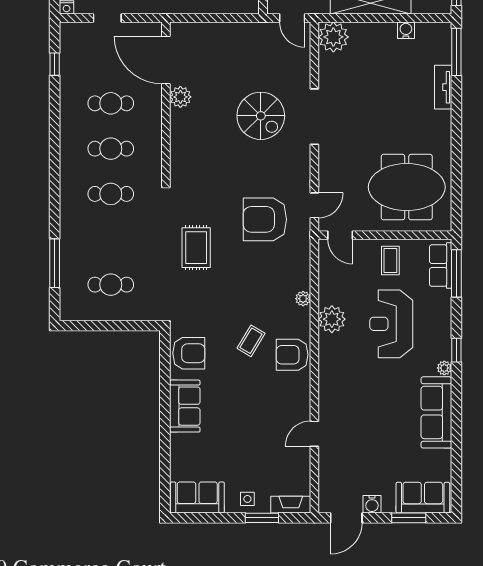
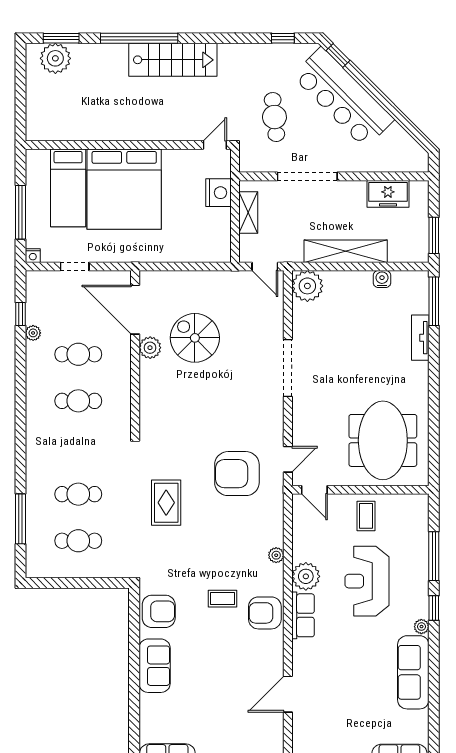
plant: (67, 83) -> (33, 333), added
spiral stairs: (261, 116) -> (195, 338), moved, turned 180
meeting table: (407, 187) -> (383, 440), turned 90
cafe table: (111, 194) -> (78, 494), moved
row of seats: (441, 266) -> (303, 615), moved, turned 180
window: (456, 273) -> (434, 556), moved
coffee table: (251, 341) -> (223, 599), turned 59
door: (314, 434) -> (288, 694), width x1.38

